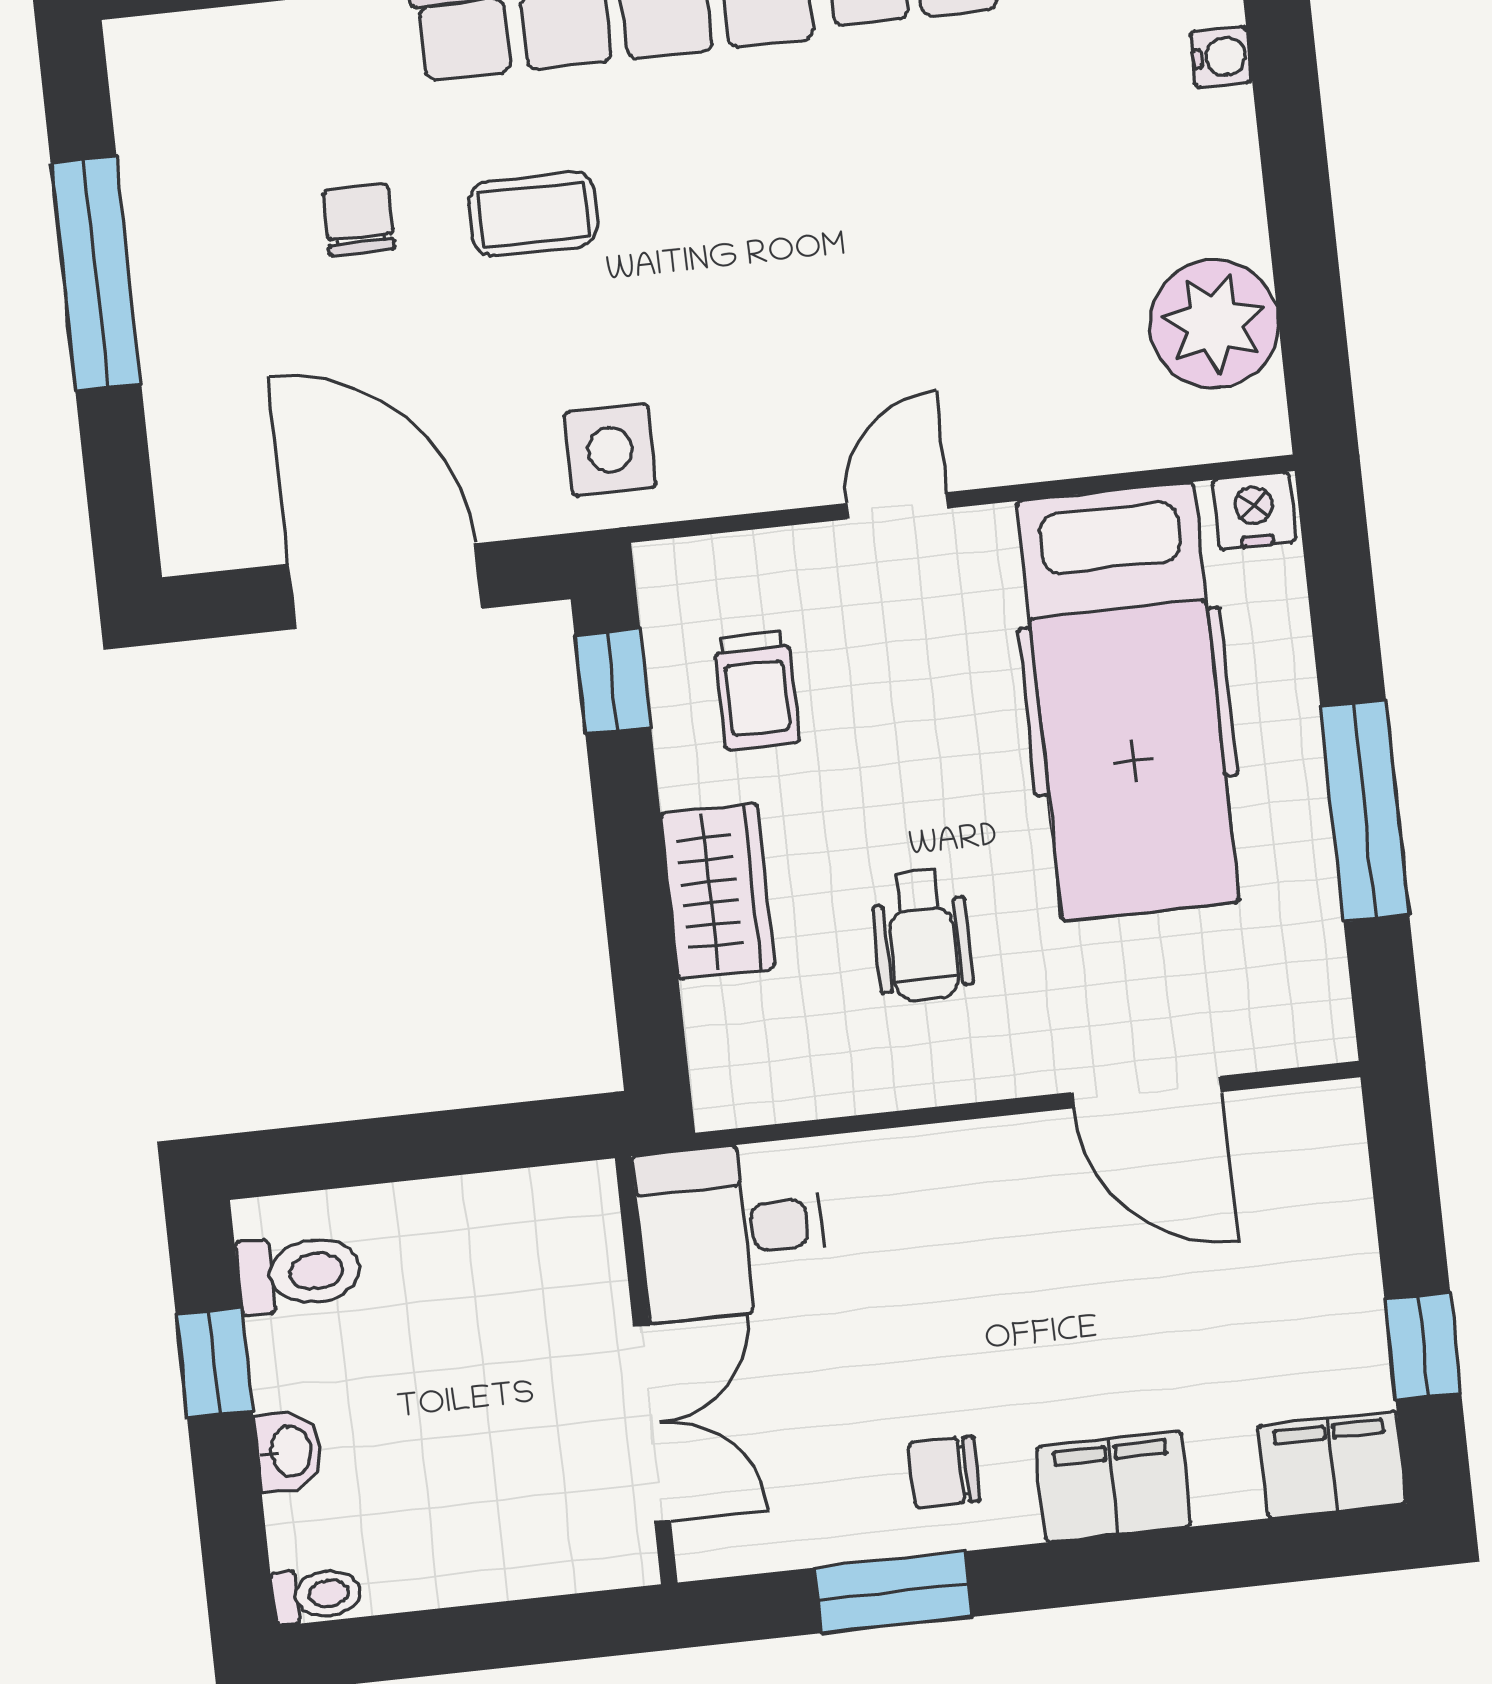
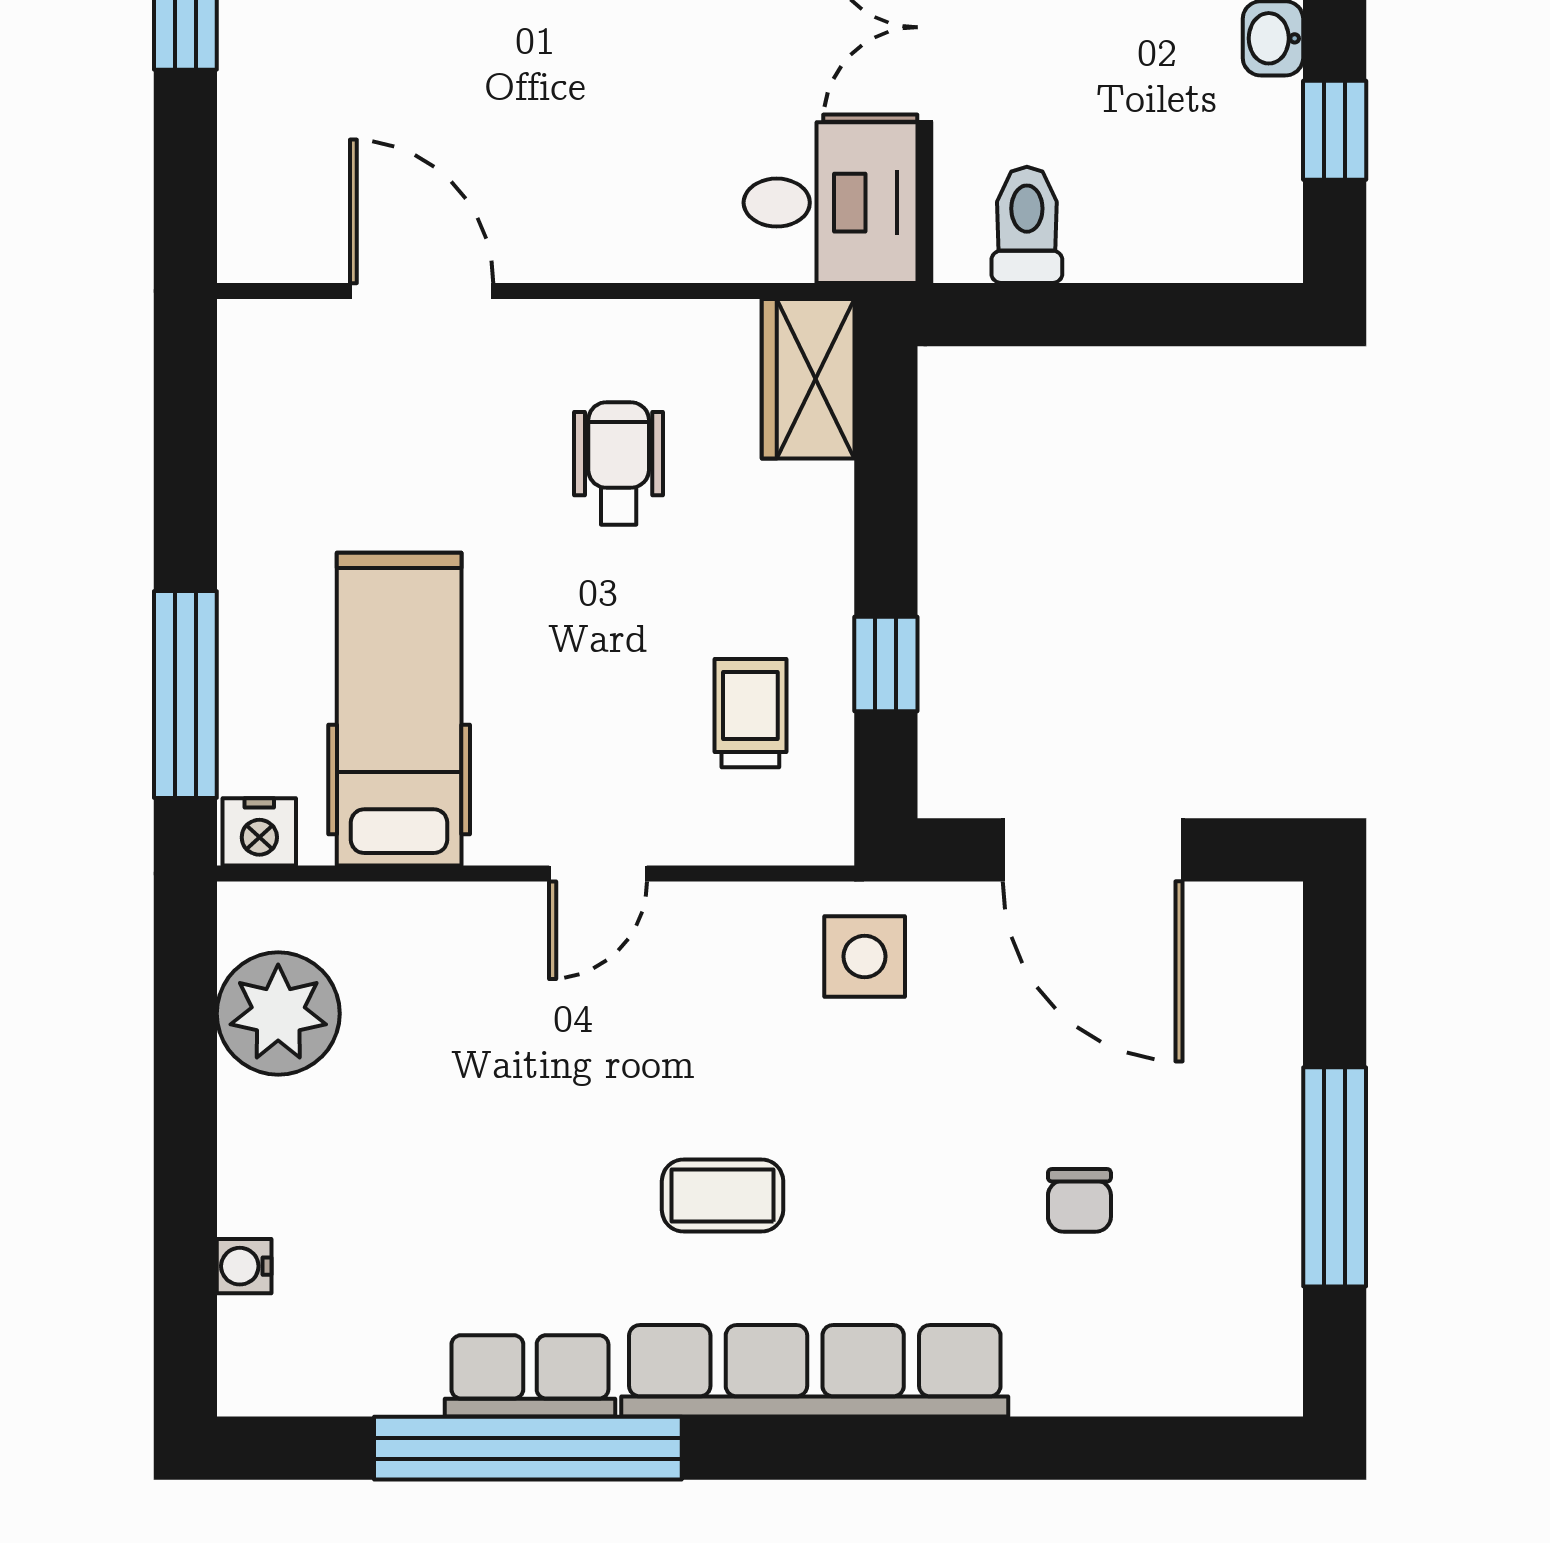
coffee table: (533, 214) -> (723, 1196), moved
window: (613, 681) -> (886, 664), moved
hospital bed: (1128, 702) -> (399, 709), width x0.73, depth x0.78
window: (1365, 811) -> (185, 694), moved
wardrobe: (718, 891) -> (808, 379), moved
toilet: (299, 1273) -> (1027, 225), moved, turned 90

